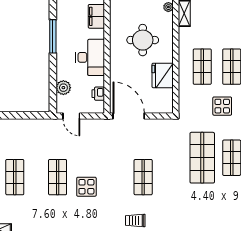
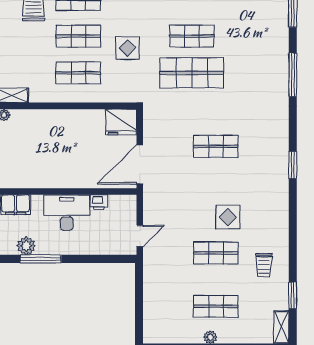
round table: (143, 40) -> (45, 147), removed
fridge: (163, 75) -> (121, 122), moved
plant: (63, 88) -> (26, 246), moved
printer: (98, 94) -> (99, 202), moved
trolley: (135, 221) -> (264, 265), moved

